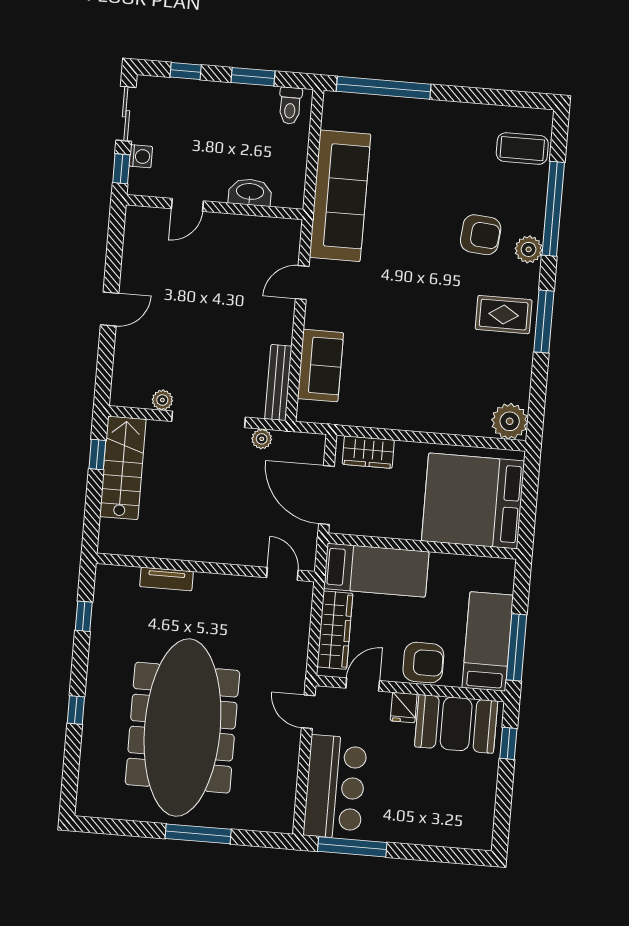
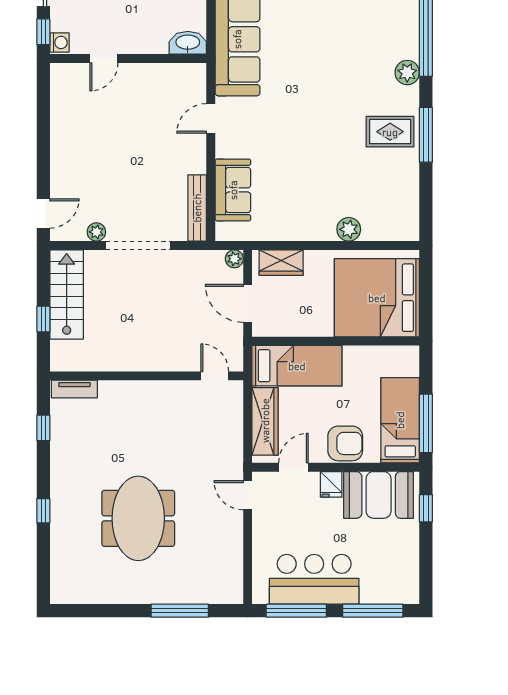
washing machine: (141, 156) -> (59, 42), moved
washbasin: (250, 192) -> (188, 43), moved
armchair: (481, 235) -> (364, 63), removed
door: (110, 309) -> (43, 214), moved
plant: (510, 421) -> (349, 229), moved, width x0.73, depth x0.73
plant: (262, 439) -> (234, 259), moved
window: (97, 455) -> (43, 319), moved
door: (326, 495) -> (248, 303), width x0.73
tv unit: (166, 579) -> (74, 389), moved
meeting table: (182, 728) -> (138, 518), width x0.54, depth x0.79
bar counter: (335, 787) -> (314, 579), moved, turned -90
window: (198, 834) -> (180, 611), moved
window: (439, 854) -> (373, 611), added

